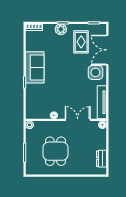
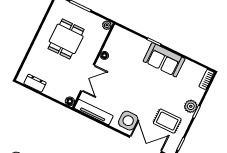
dining table: (55, 151) -> (66, 39), turned 90

